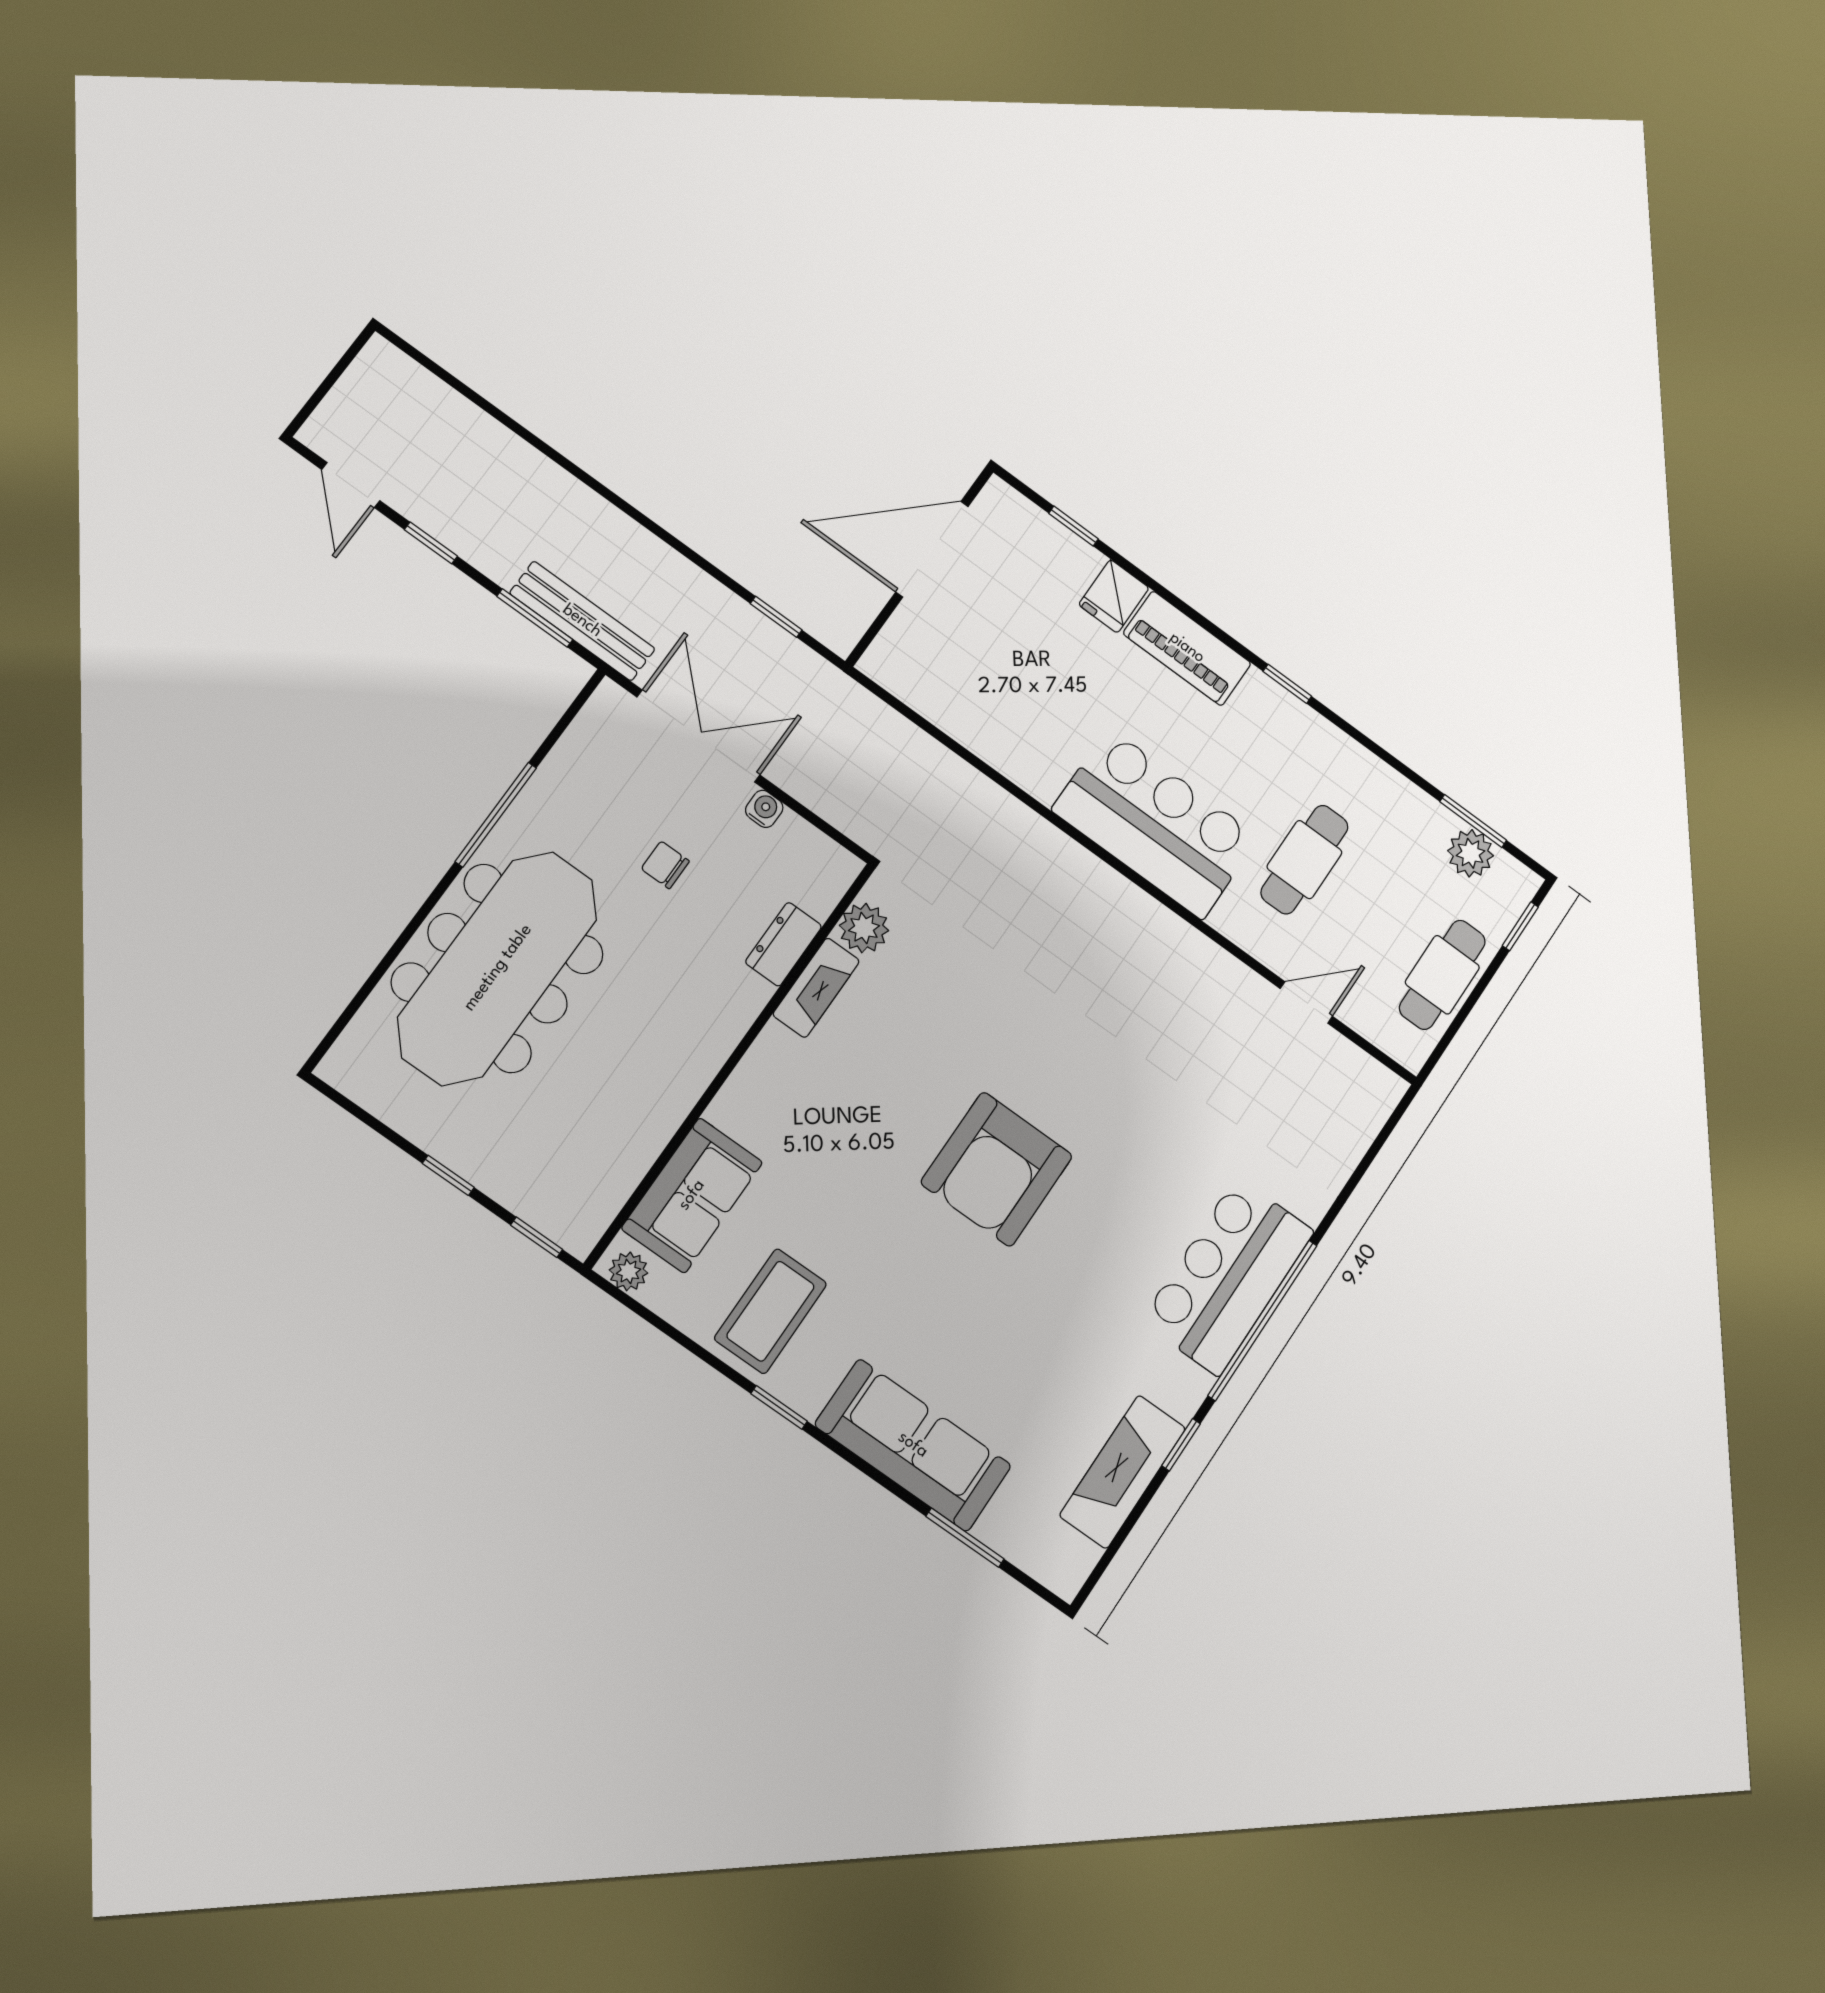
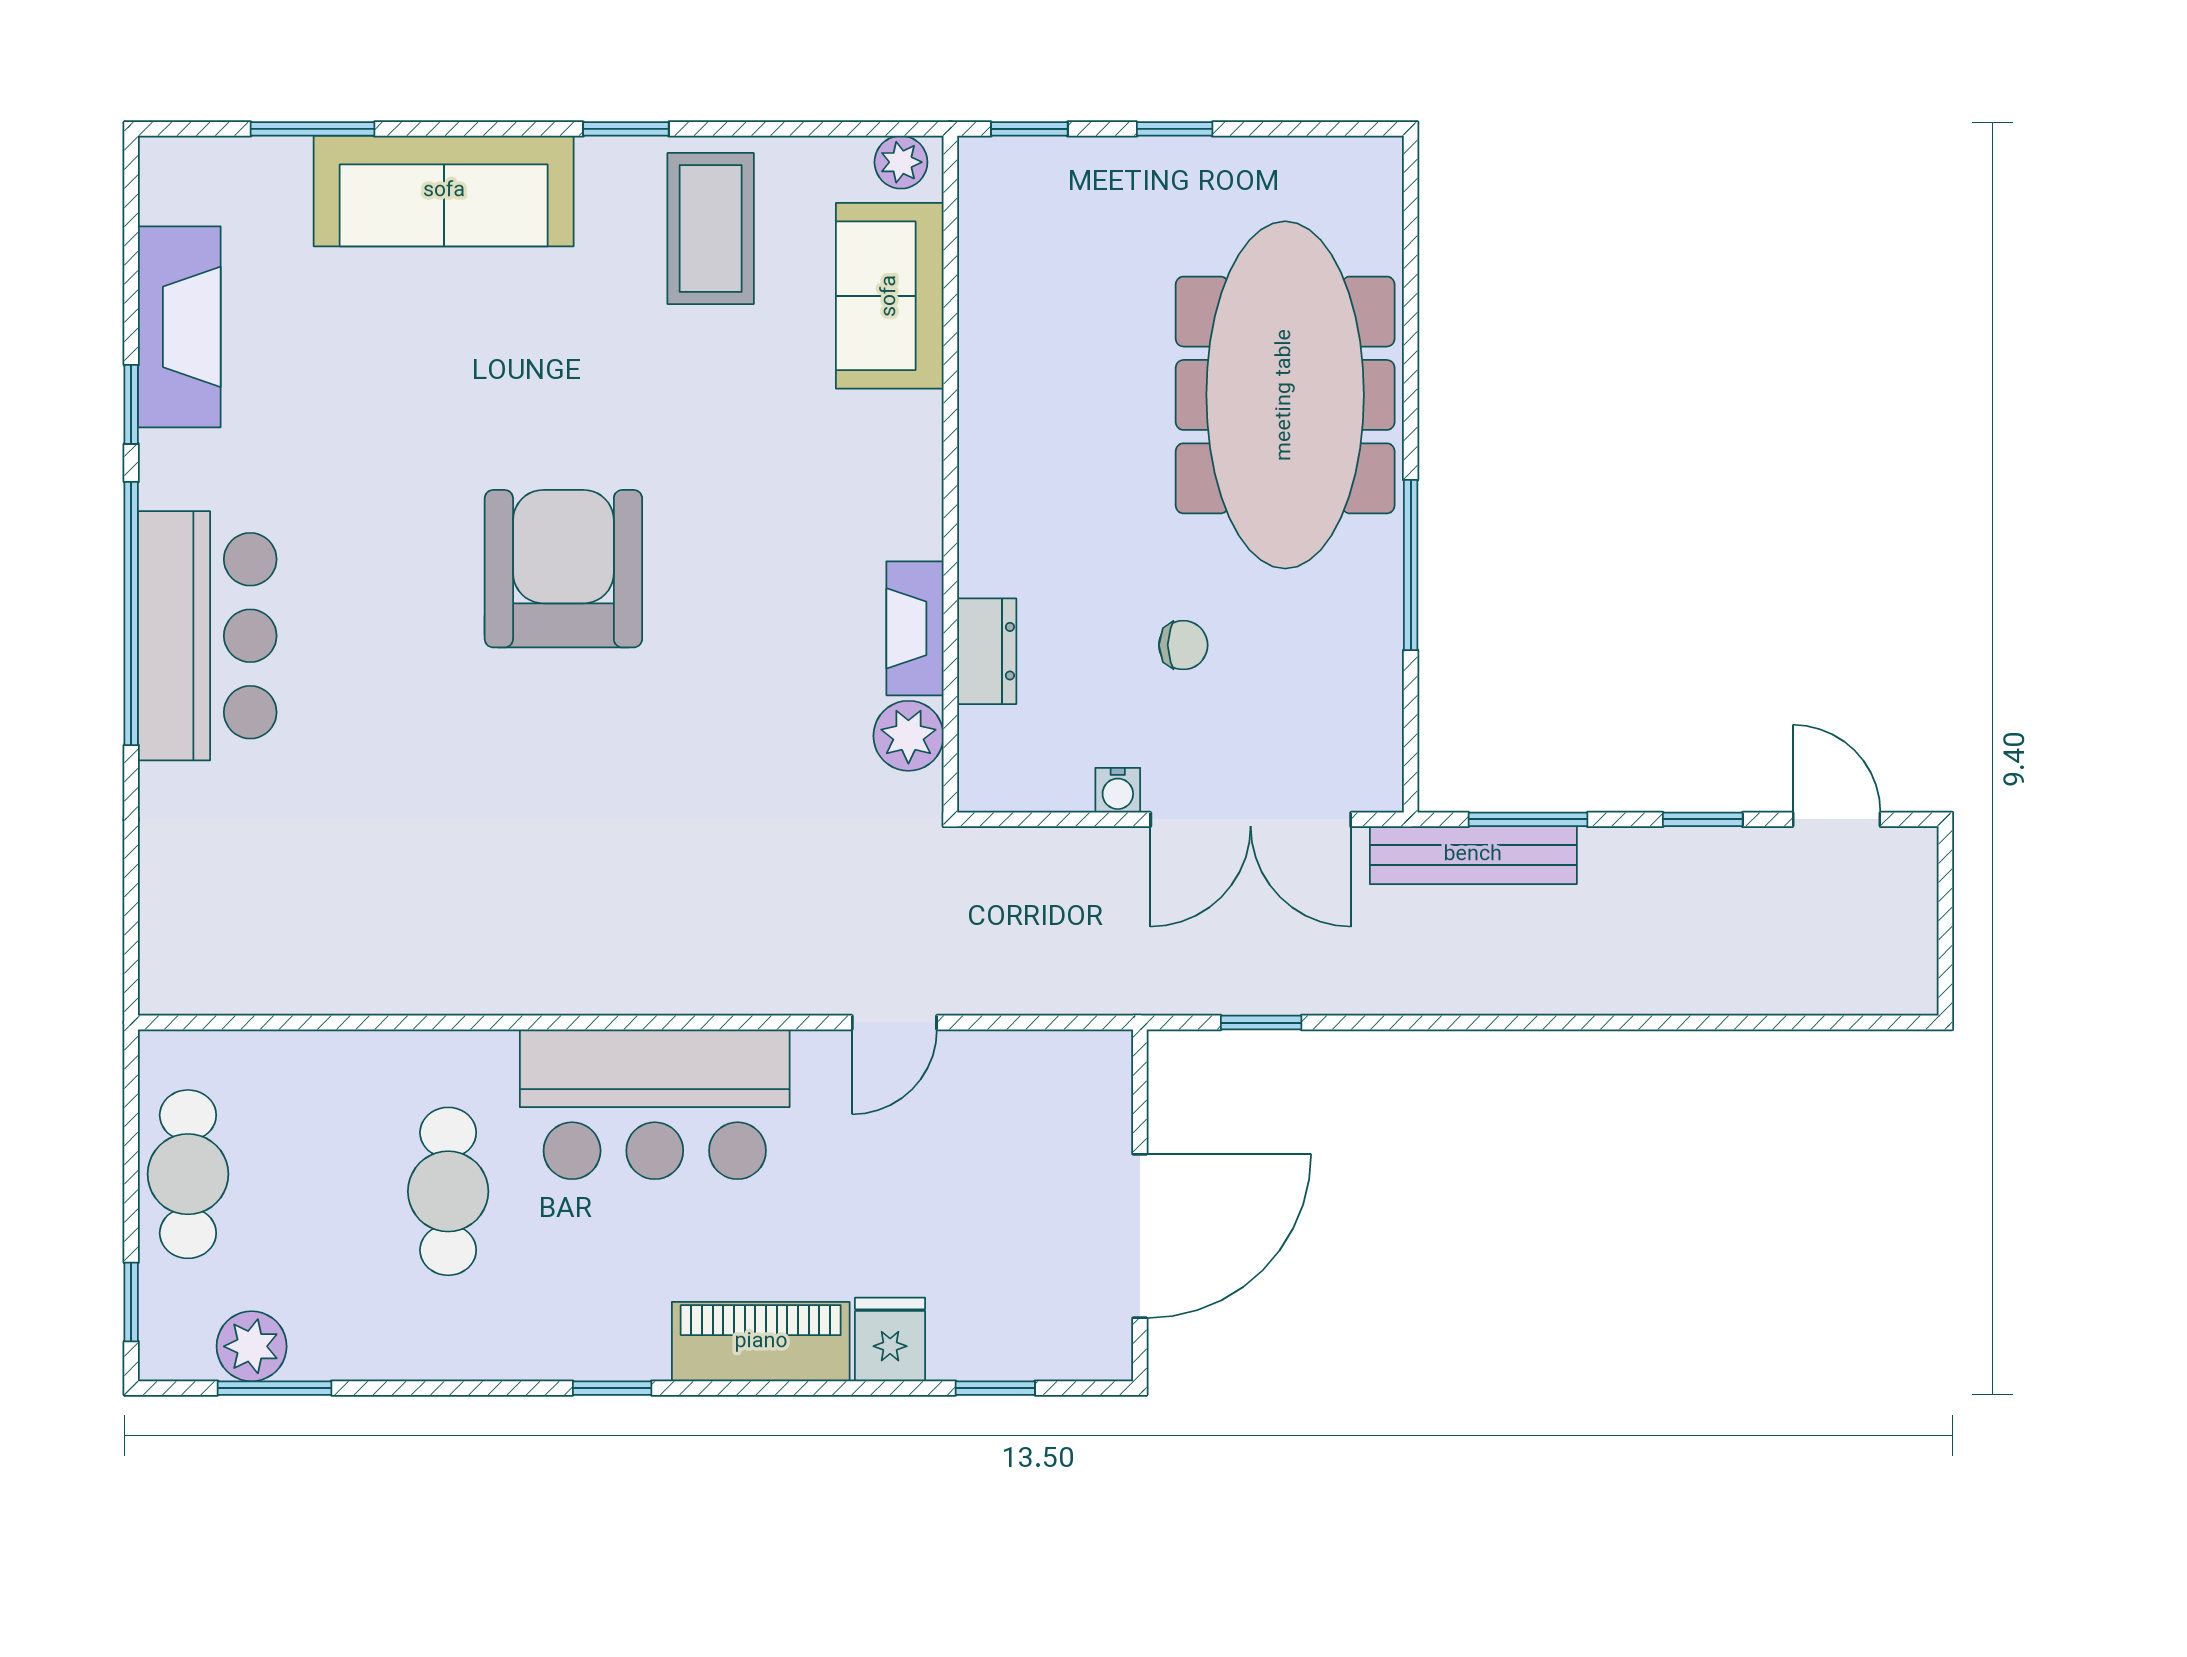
door: (1306, 1002) -> (894, 1023), moved

